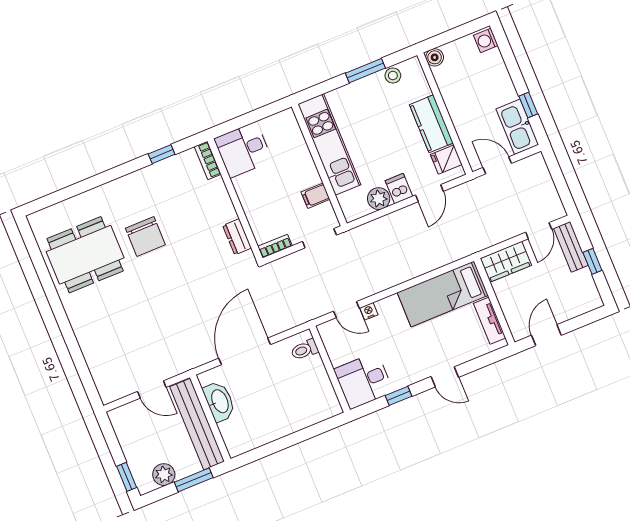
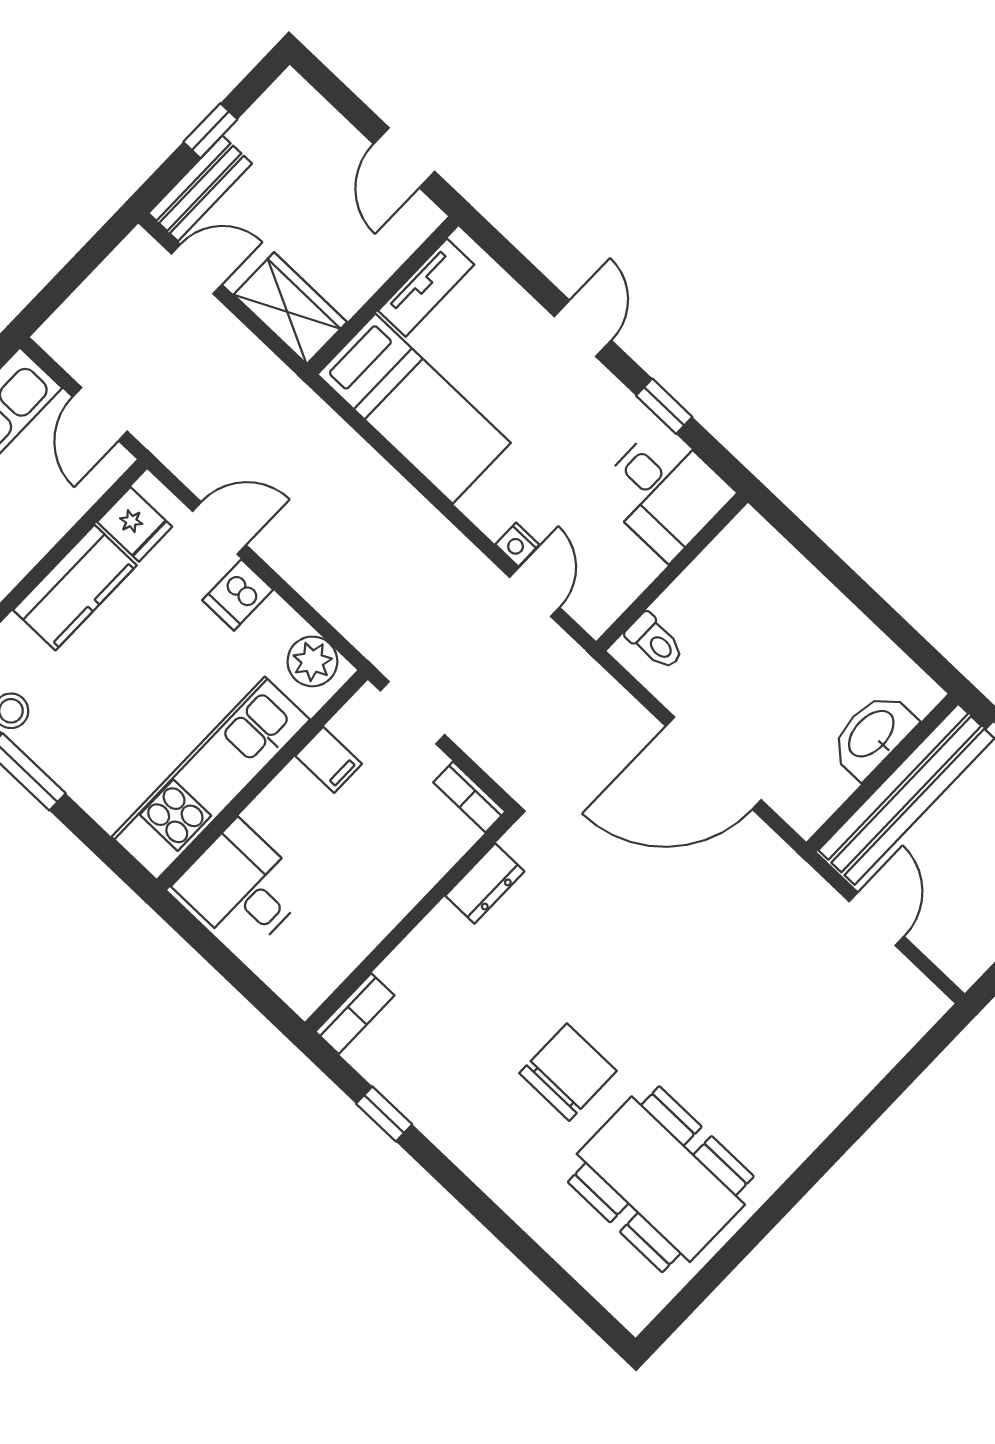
desk: (243, 150) -> (242, 887), moved, turned 180
plant: (379, 199) -> (312, 661), moved
door: (546, 335) -> (404, 158), hinge flipped
washbasin: (219, 402) -> (872, 735), moved

